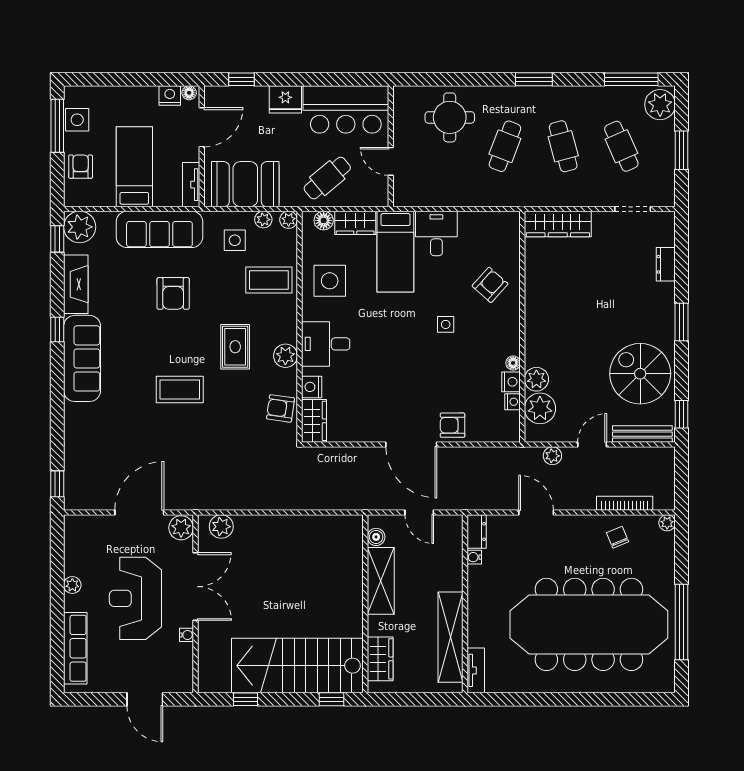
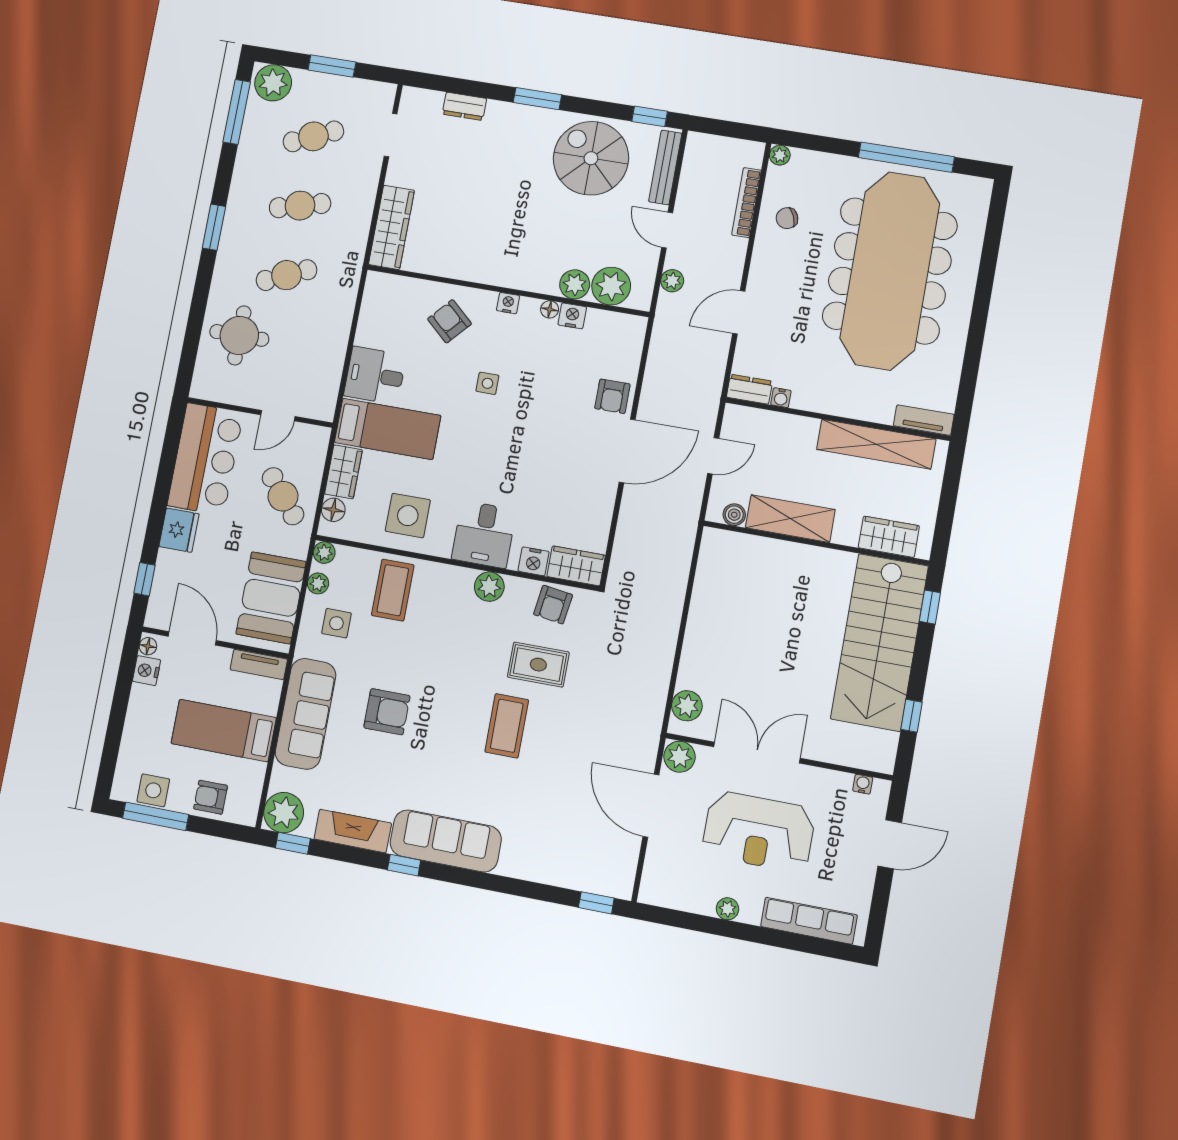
cafe table: (505, 146) -> (286, 275), turned -45
rug: (235, 347) -> (538, 665), moved
spiral stairs: (640, 374) -> (591, 158), turned 90
nightstand: (513, 402) -> (508, 303), moved
water cooler: (186, 635) -> (863, 784), moved

